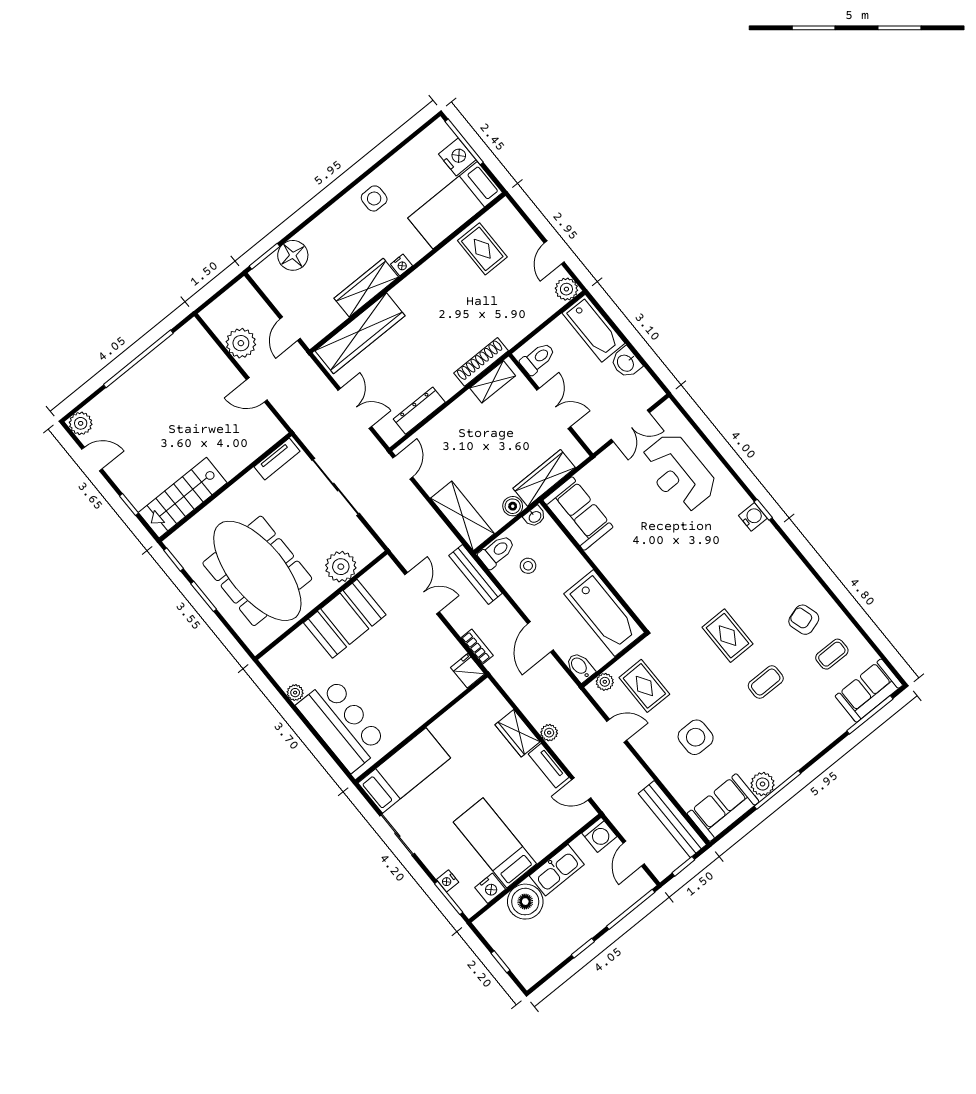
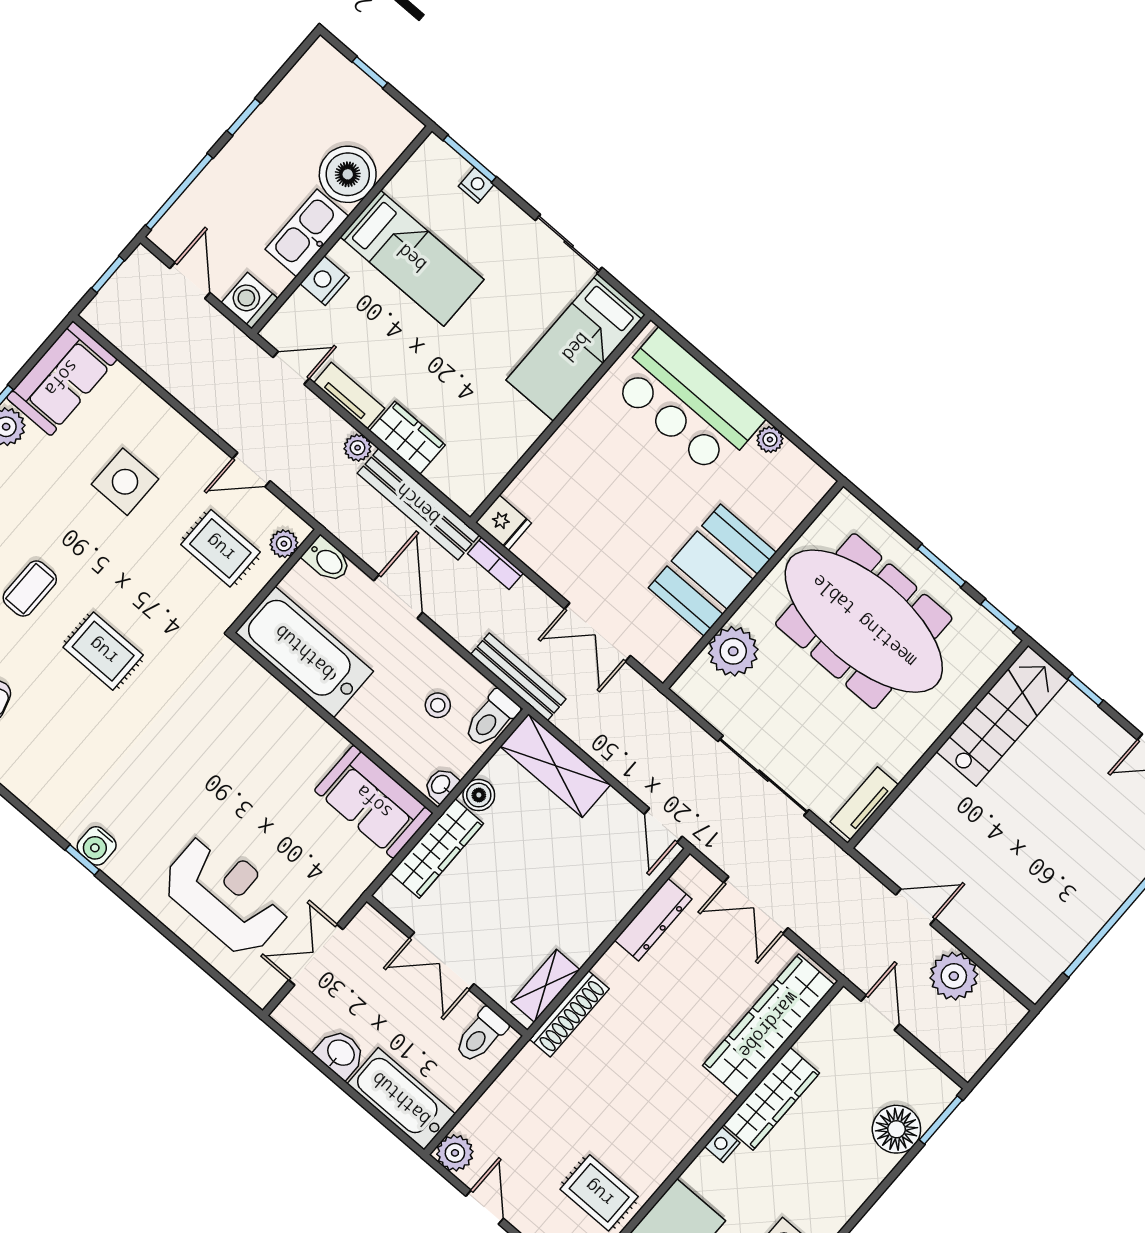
bench: (672, 819) -> (418, 504), moved
nightstand: (490, 888) -> (325, 281), moved

